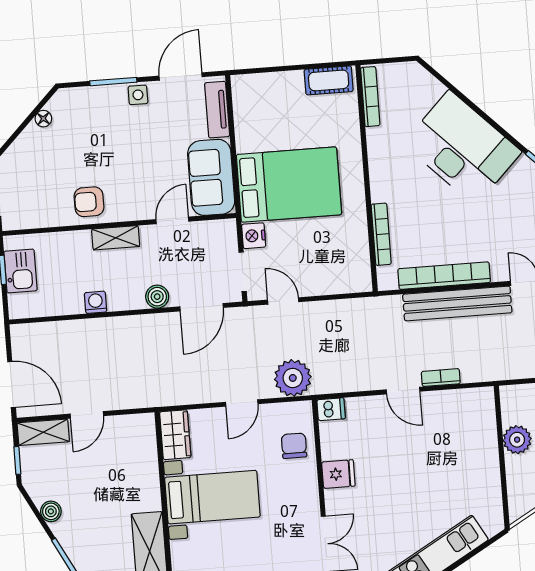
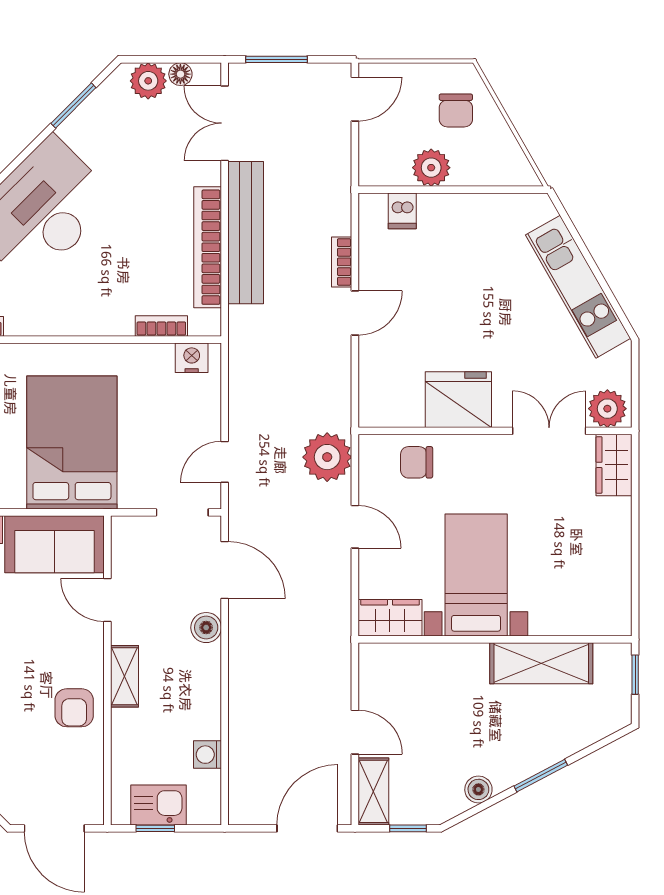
bookcase: (381, 234) -> (161, 326), width x0.64
nightstand: (254, 236) -> (192, 358), moved, turned 180
washing machine: (96, 302) -> (207, 755), moved
dishwasher: (331, 409) -> (402, 211), moved, turned 180
fridge: (338, 474) -> (458, 400), width x1.88, depth x1.34

